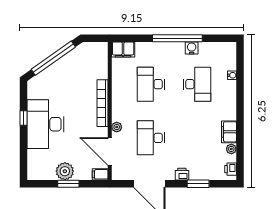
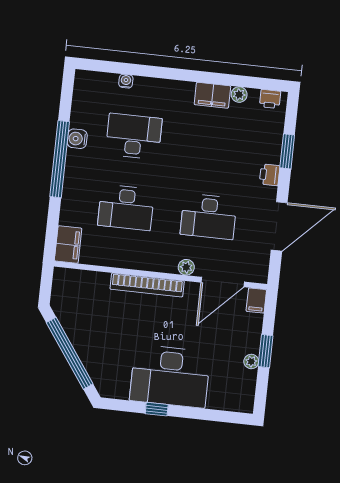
plant: (65, 171) -> (251, 362), width x0.53, depth x0.53

